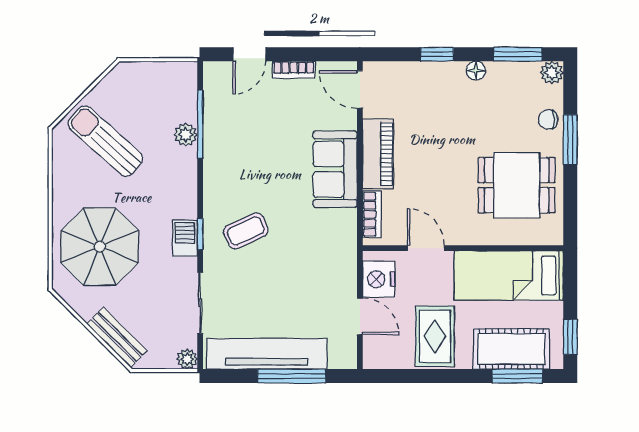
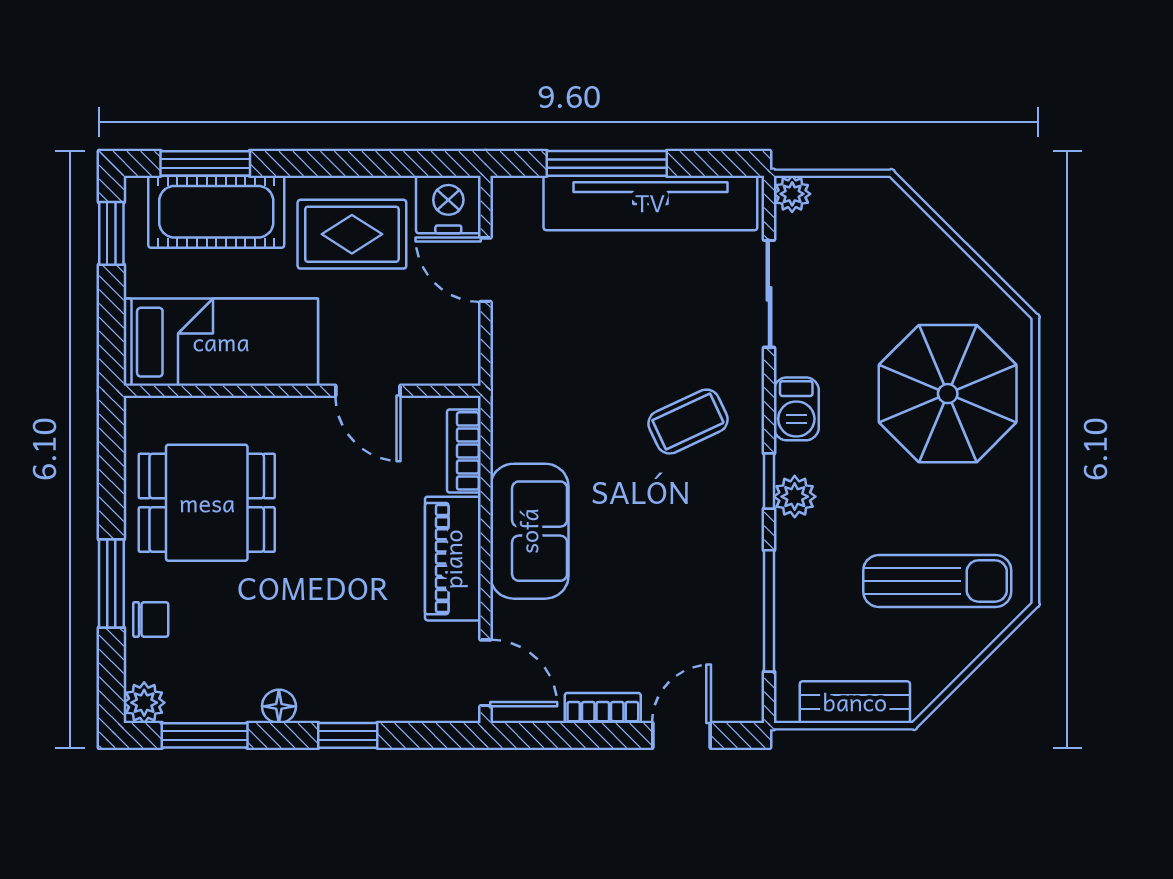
plant: (186, 135) -> (795, 497), moved
sun lounger: (106, 141) -> (937, 581), turned -42
window: (200, 234) -> (769, 481), moved
nightstand: (379, 279) -> (448, 205), moved, turned -90
rug: (435, 336) -> (352, 234), turned 90
bench: (117, 337) -> (855, 702), moved, turned -45

